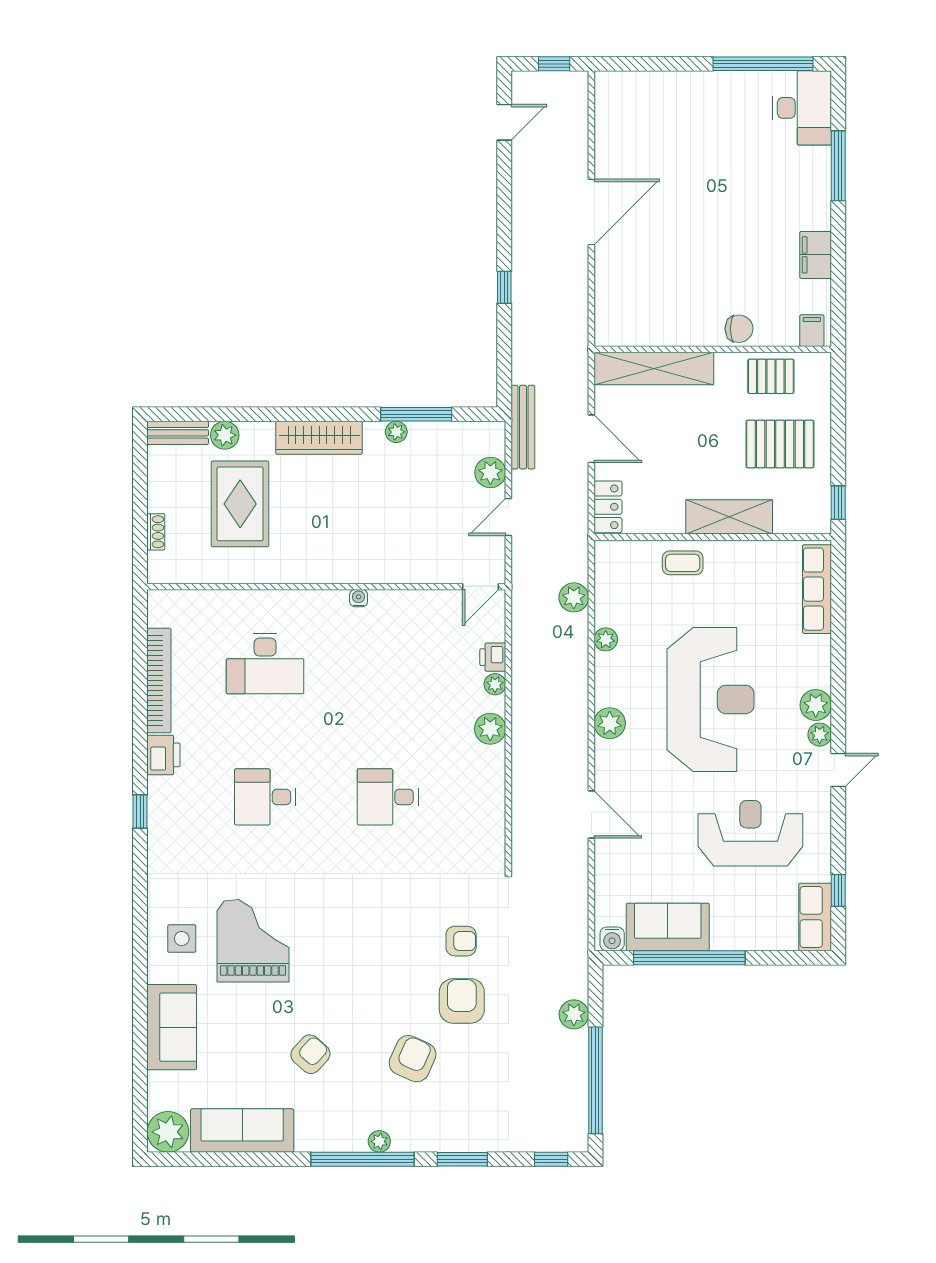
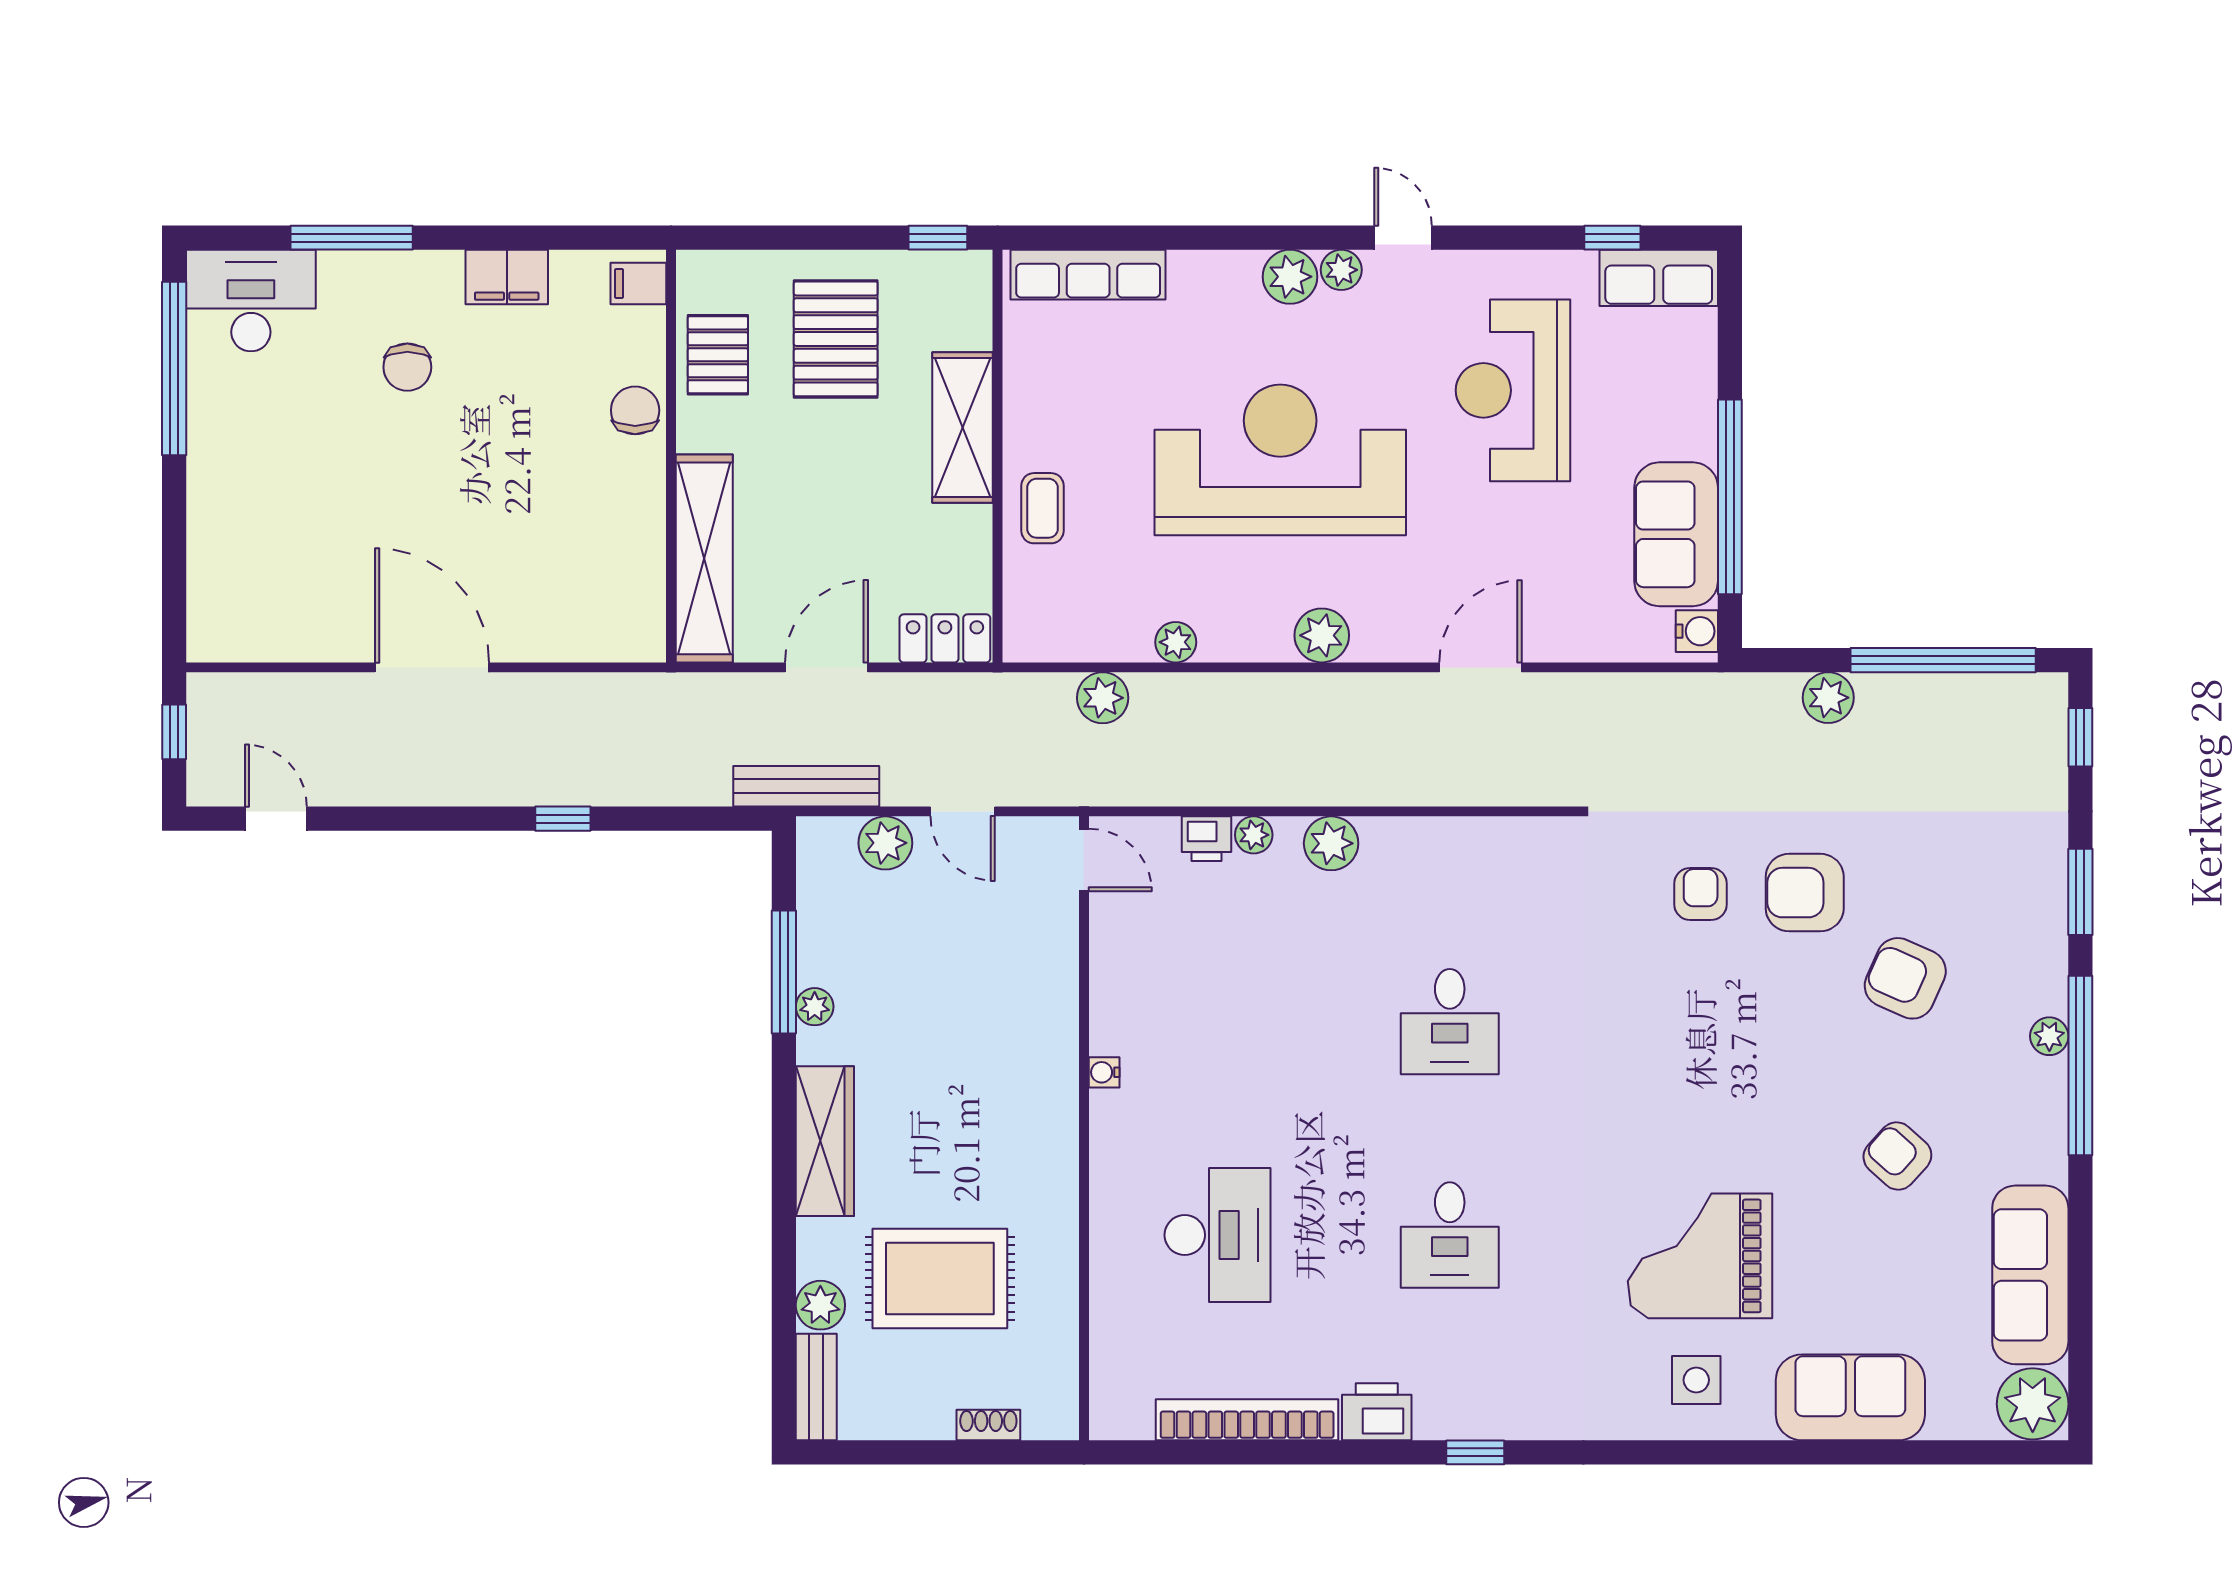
chair: (764, 198) -> (407, 367), added

